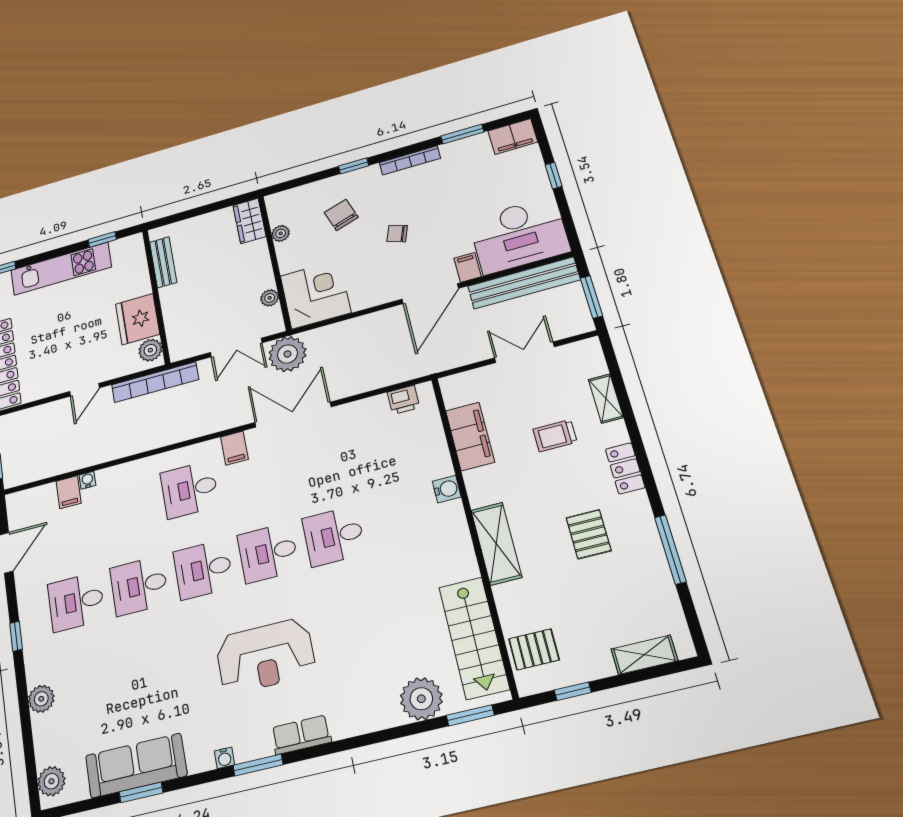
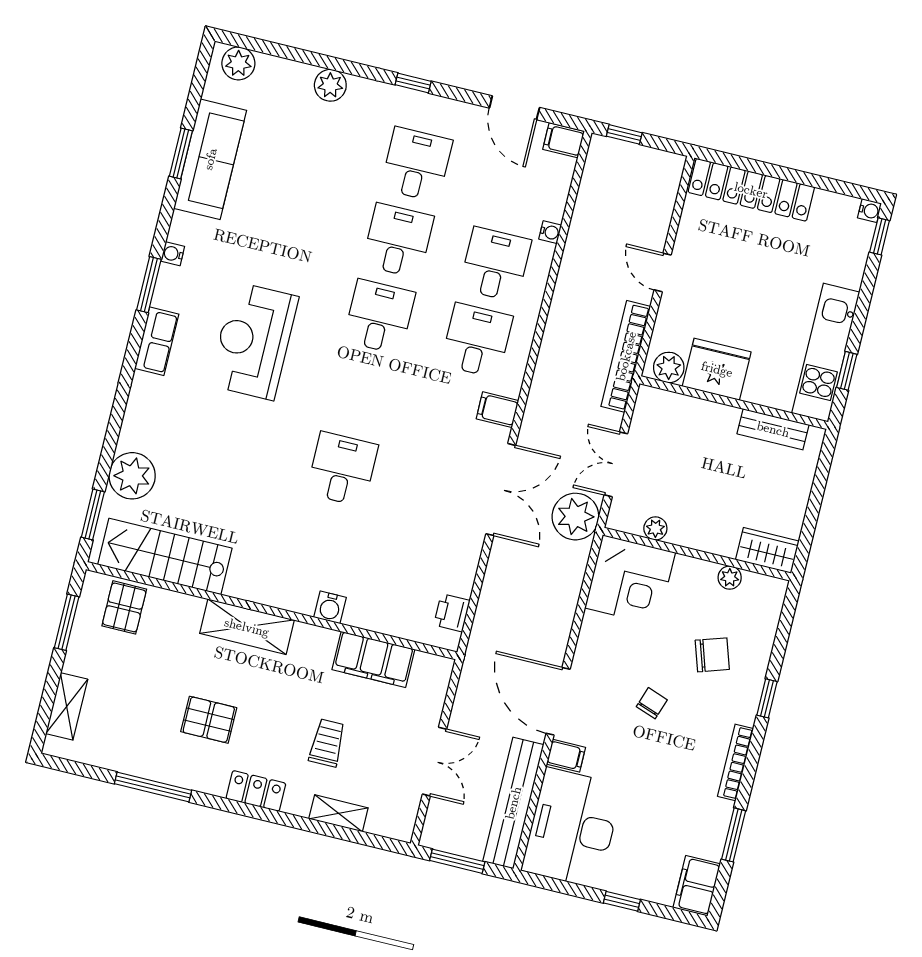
kitchen unit: (61, 269) -> (826, 353), moved
filing cabinet: (69, 492) -> (564, 140), moved
desk: (268, 553) -> (495, 264), moved
window: (573, 691) -> (67, 622), width x1.50

